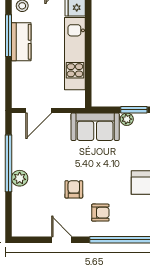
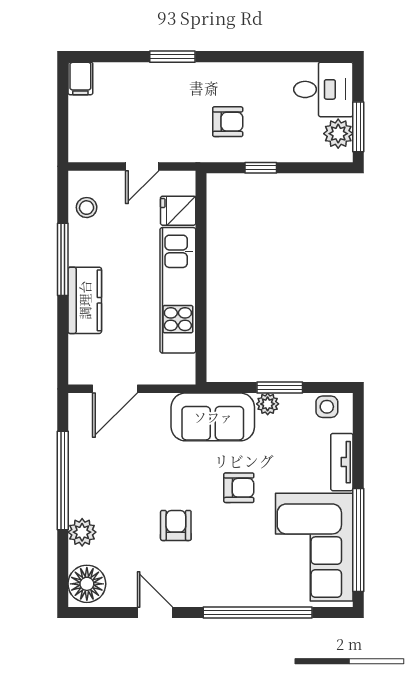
kitchen counter: (21, 42) -> (85, 300), moved
plant: (20, 178) -> (82, 532), moved
armchair: (100, 213) -> (239, 488), moved
floor lamp: (22, 223) -> (87, 584), added

